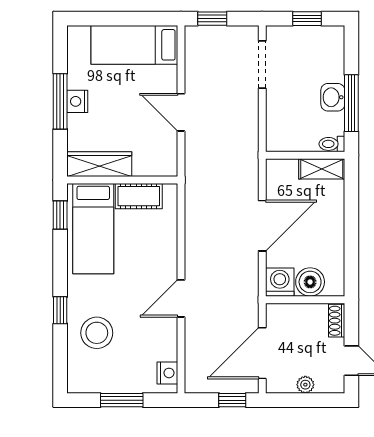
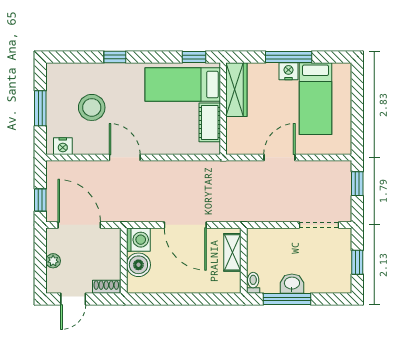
bed: (134, 45) -> (315, 99), moved, turned 180
shelving: (322, 169) -> (232, 252), moved
stool: (97, 333) -> (92, 107), moved

